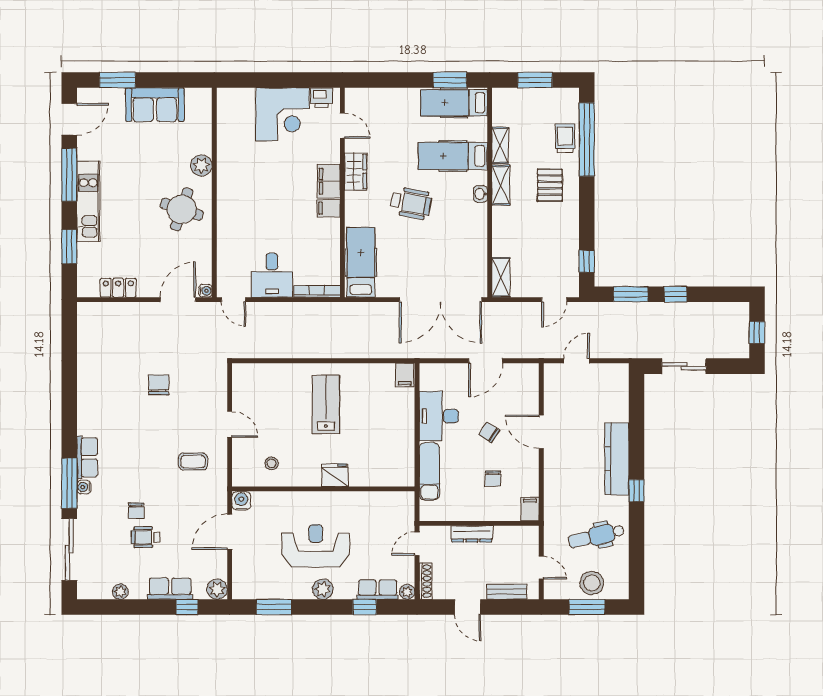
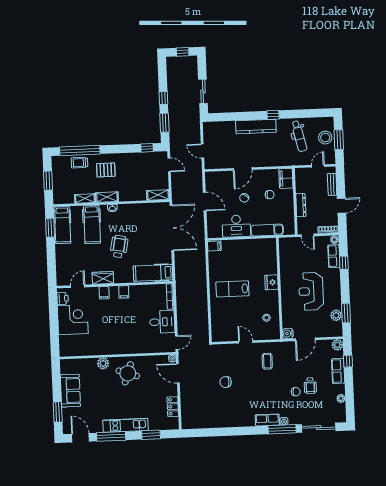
filing cabinet: (329, 181) -> (104, 293), width x0.50
door: (230, 424) -> (246, 342), hinge flipped
filing cabinet: (530, 509) -> (286, 178), width x2.00
door: (230, 532) -> (305, 339), hinge flipped
plant: (323, 589) -> (336, 315), moved

